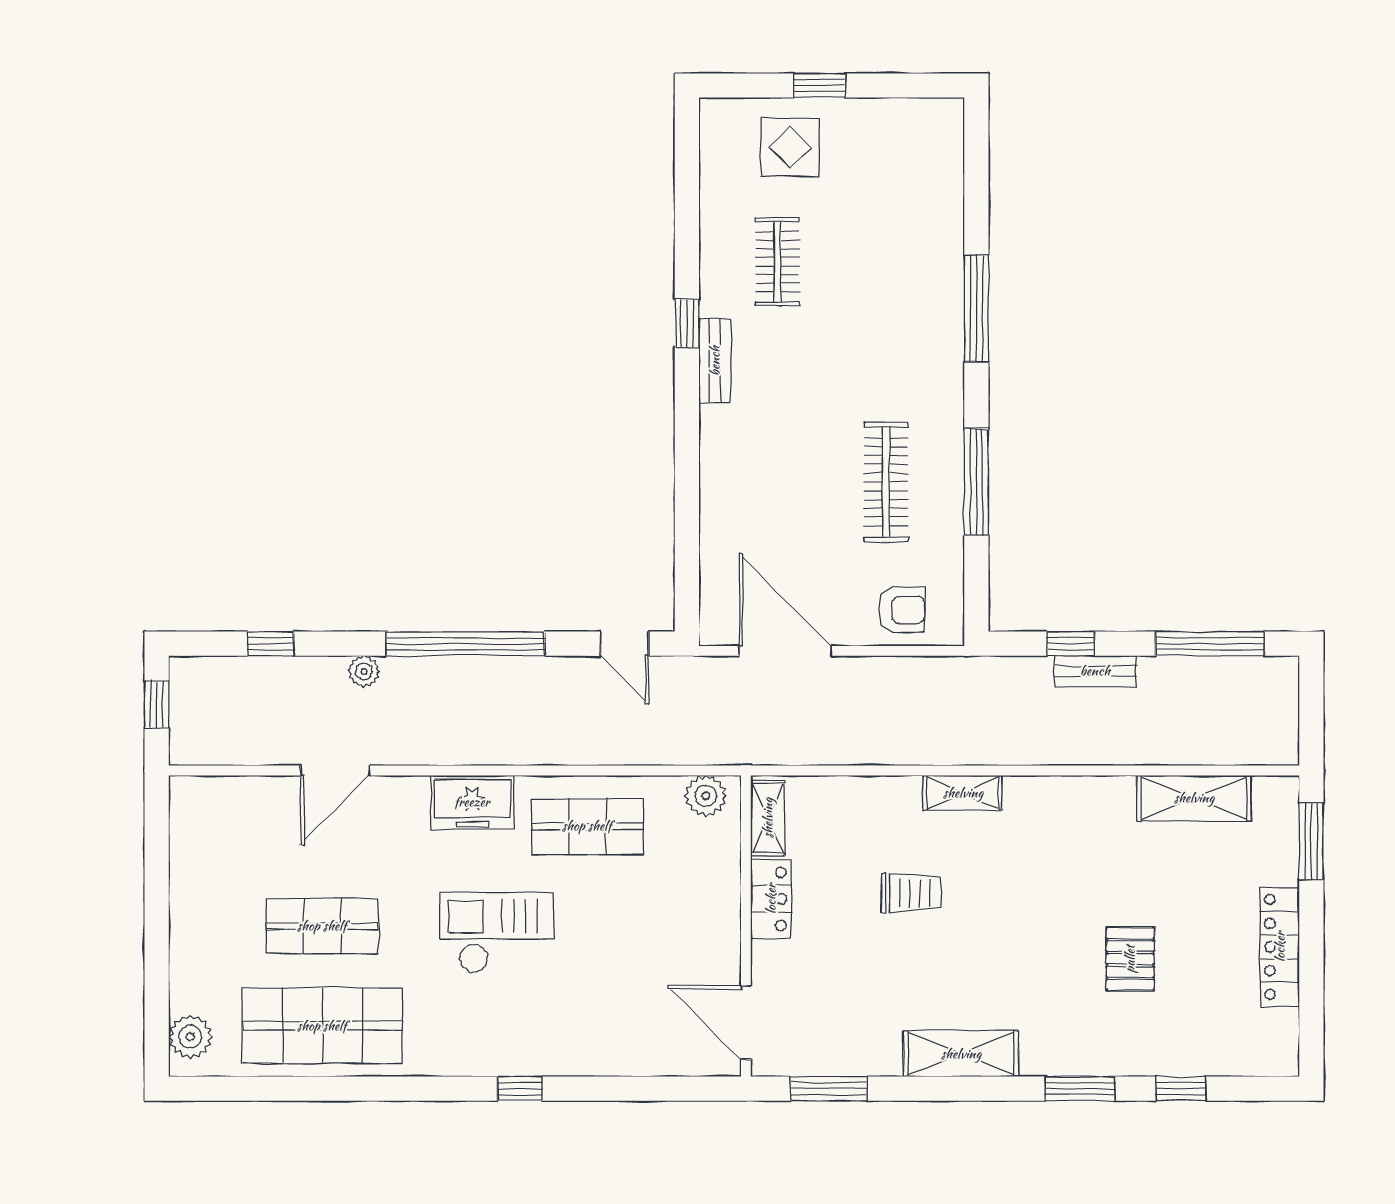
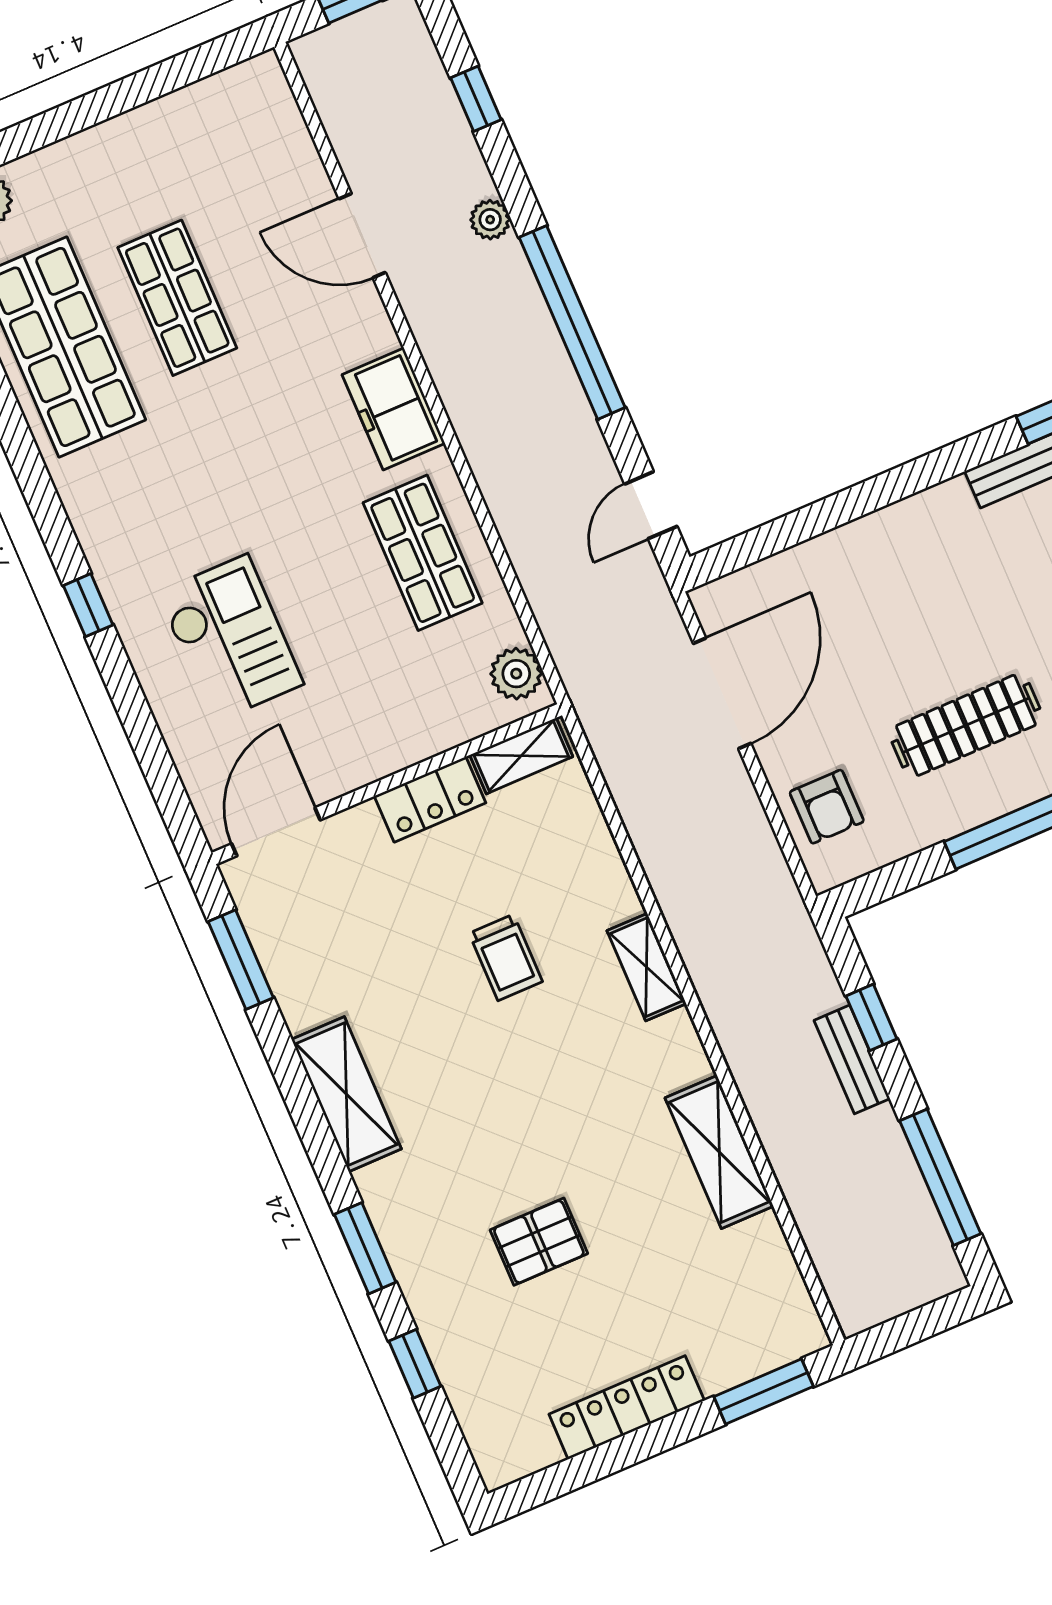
shelving: (1194, 798) -> (719, 1152), moved
checkout: (497, 933) -> (230, 639), moved

